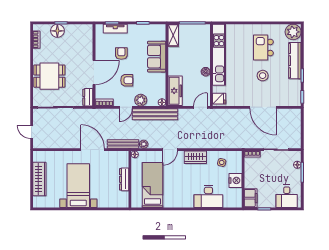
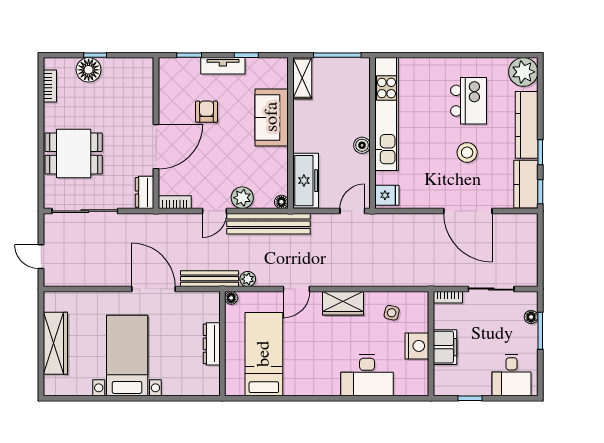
tv unit: (115, 29) -> (223, 66), moved
kitchen island: (263, 47) -> (469, 101), turned 180
armchair: (127, 80) -> (216, 161), removed
kitchen counter: (294, 93) -> (526, 184), added
filing cabinet: (251, 198) -> (445, 347), moved

